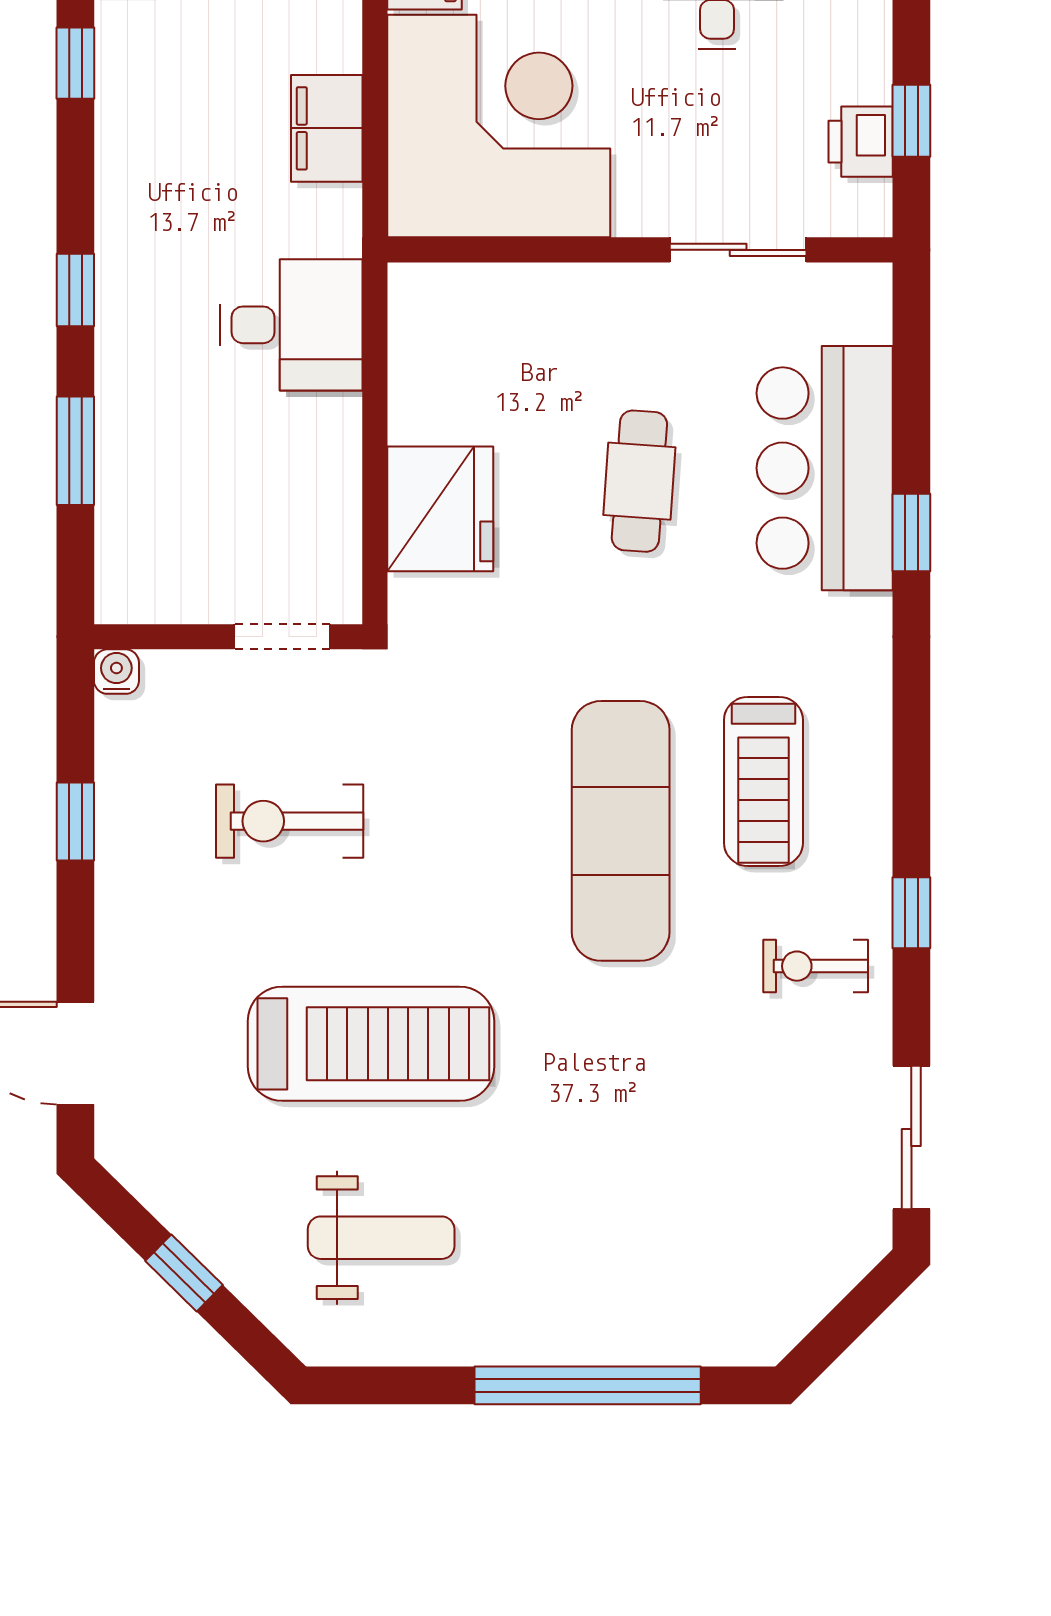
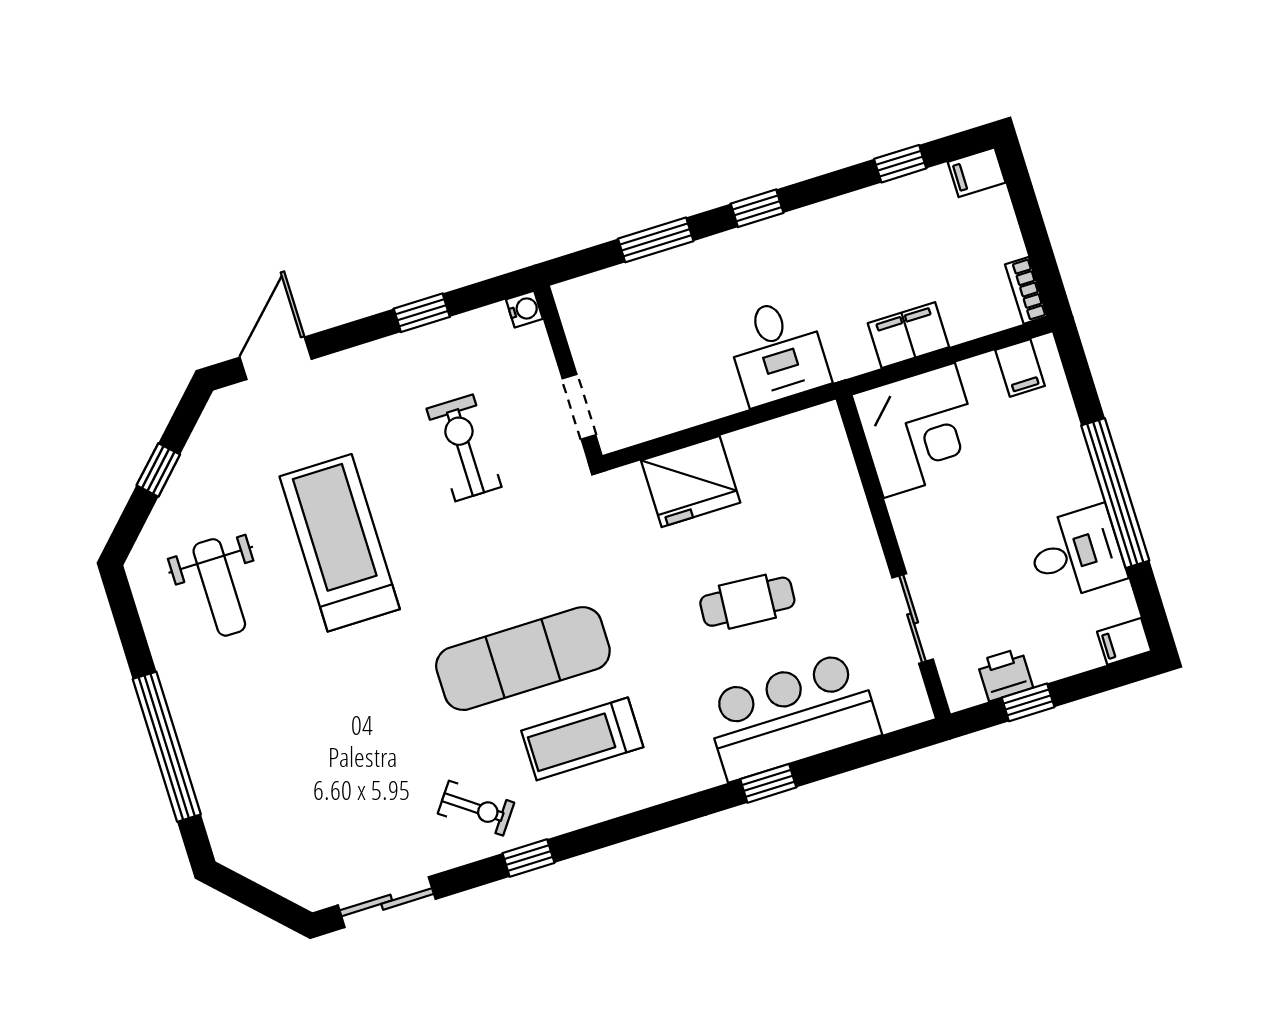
corner desk: (499, 126) -> (919, 430), width x0.74, depth x0.74
exercise bike: (816, 966) -> (476, 808), turned 126
treadmill: (371, 1044) -> (340, 543), turned 180

